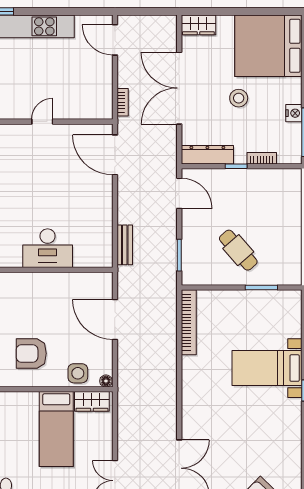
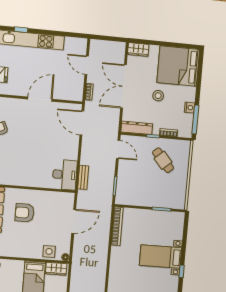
door: (115, 40) -> (87, 65), moved
door: (42, 122) -> (40, 99), width x1.87
desk: (48, 248) -> (65, 175), moved, turned -90
cafe table: (238, 250) -> (163, 160), moved
door: (115, 319) -> (74, 221), swing flipped
armchair: (31, 353) -> (25, 213), moved

